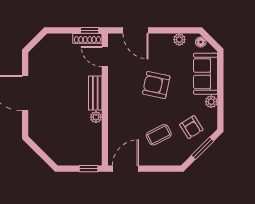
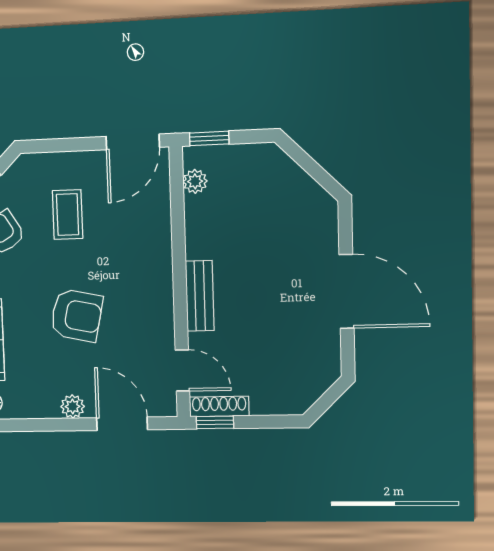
plant: (179, 40) -> (73, 406), moved
plant: (96, 117) -> (195, 181), moved
coffee table: (159, 135) -> (68, 215), turned -63

